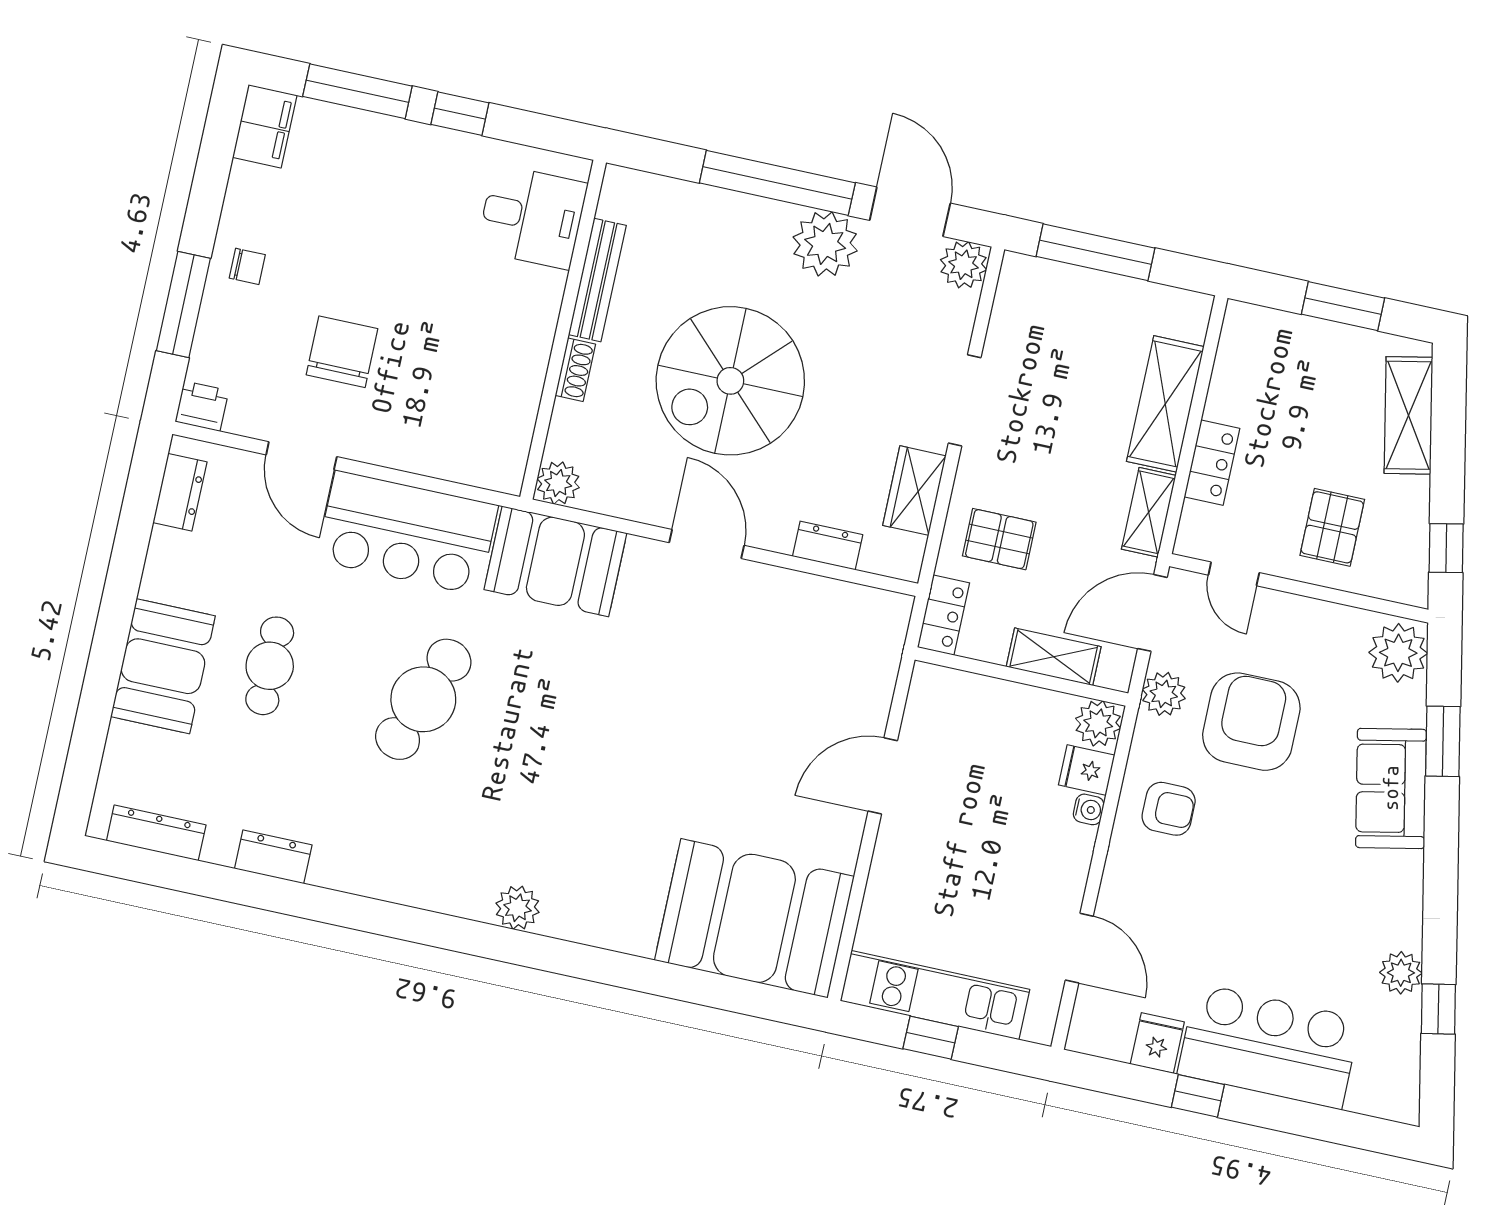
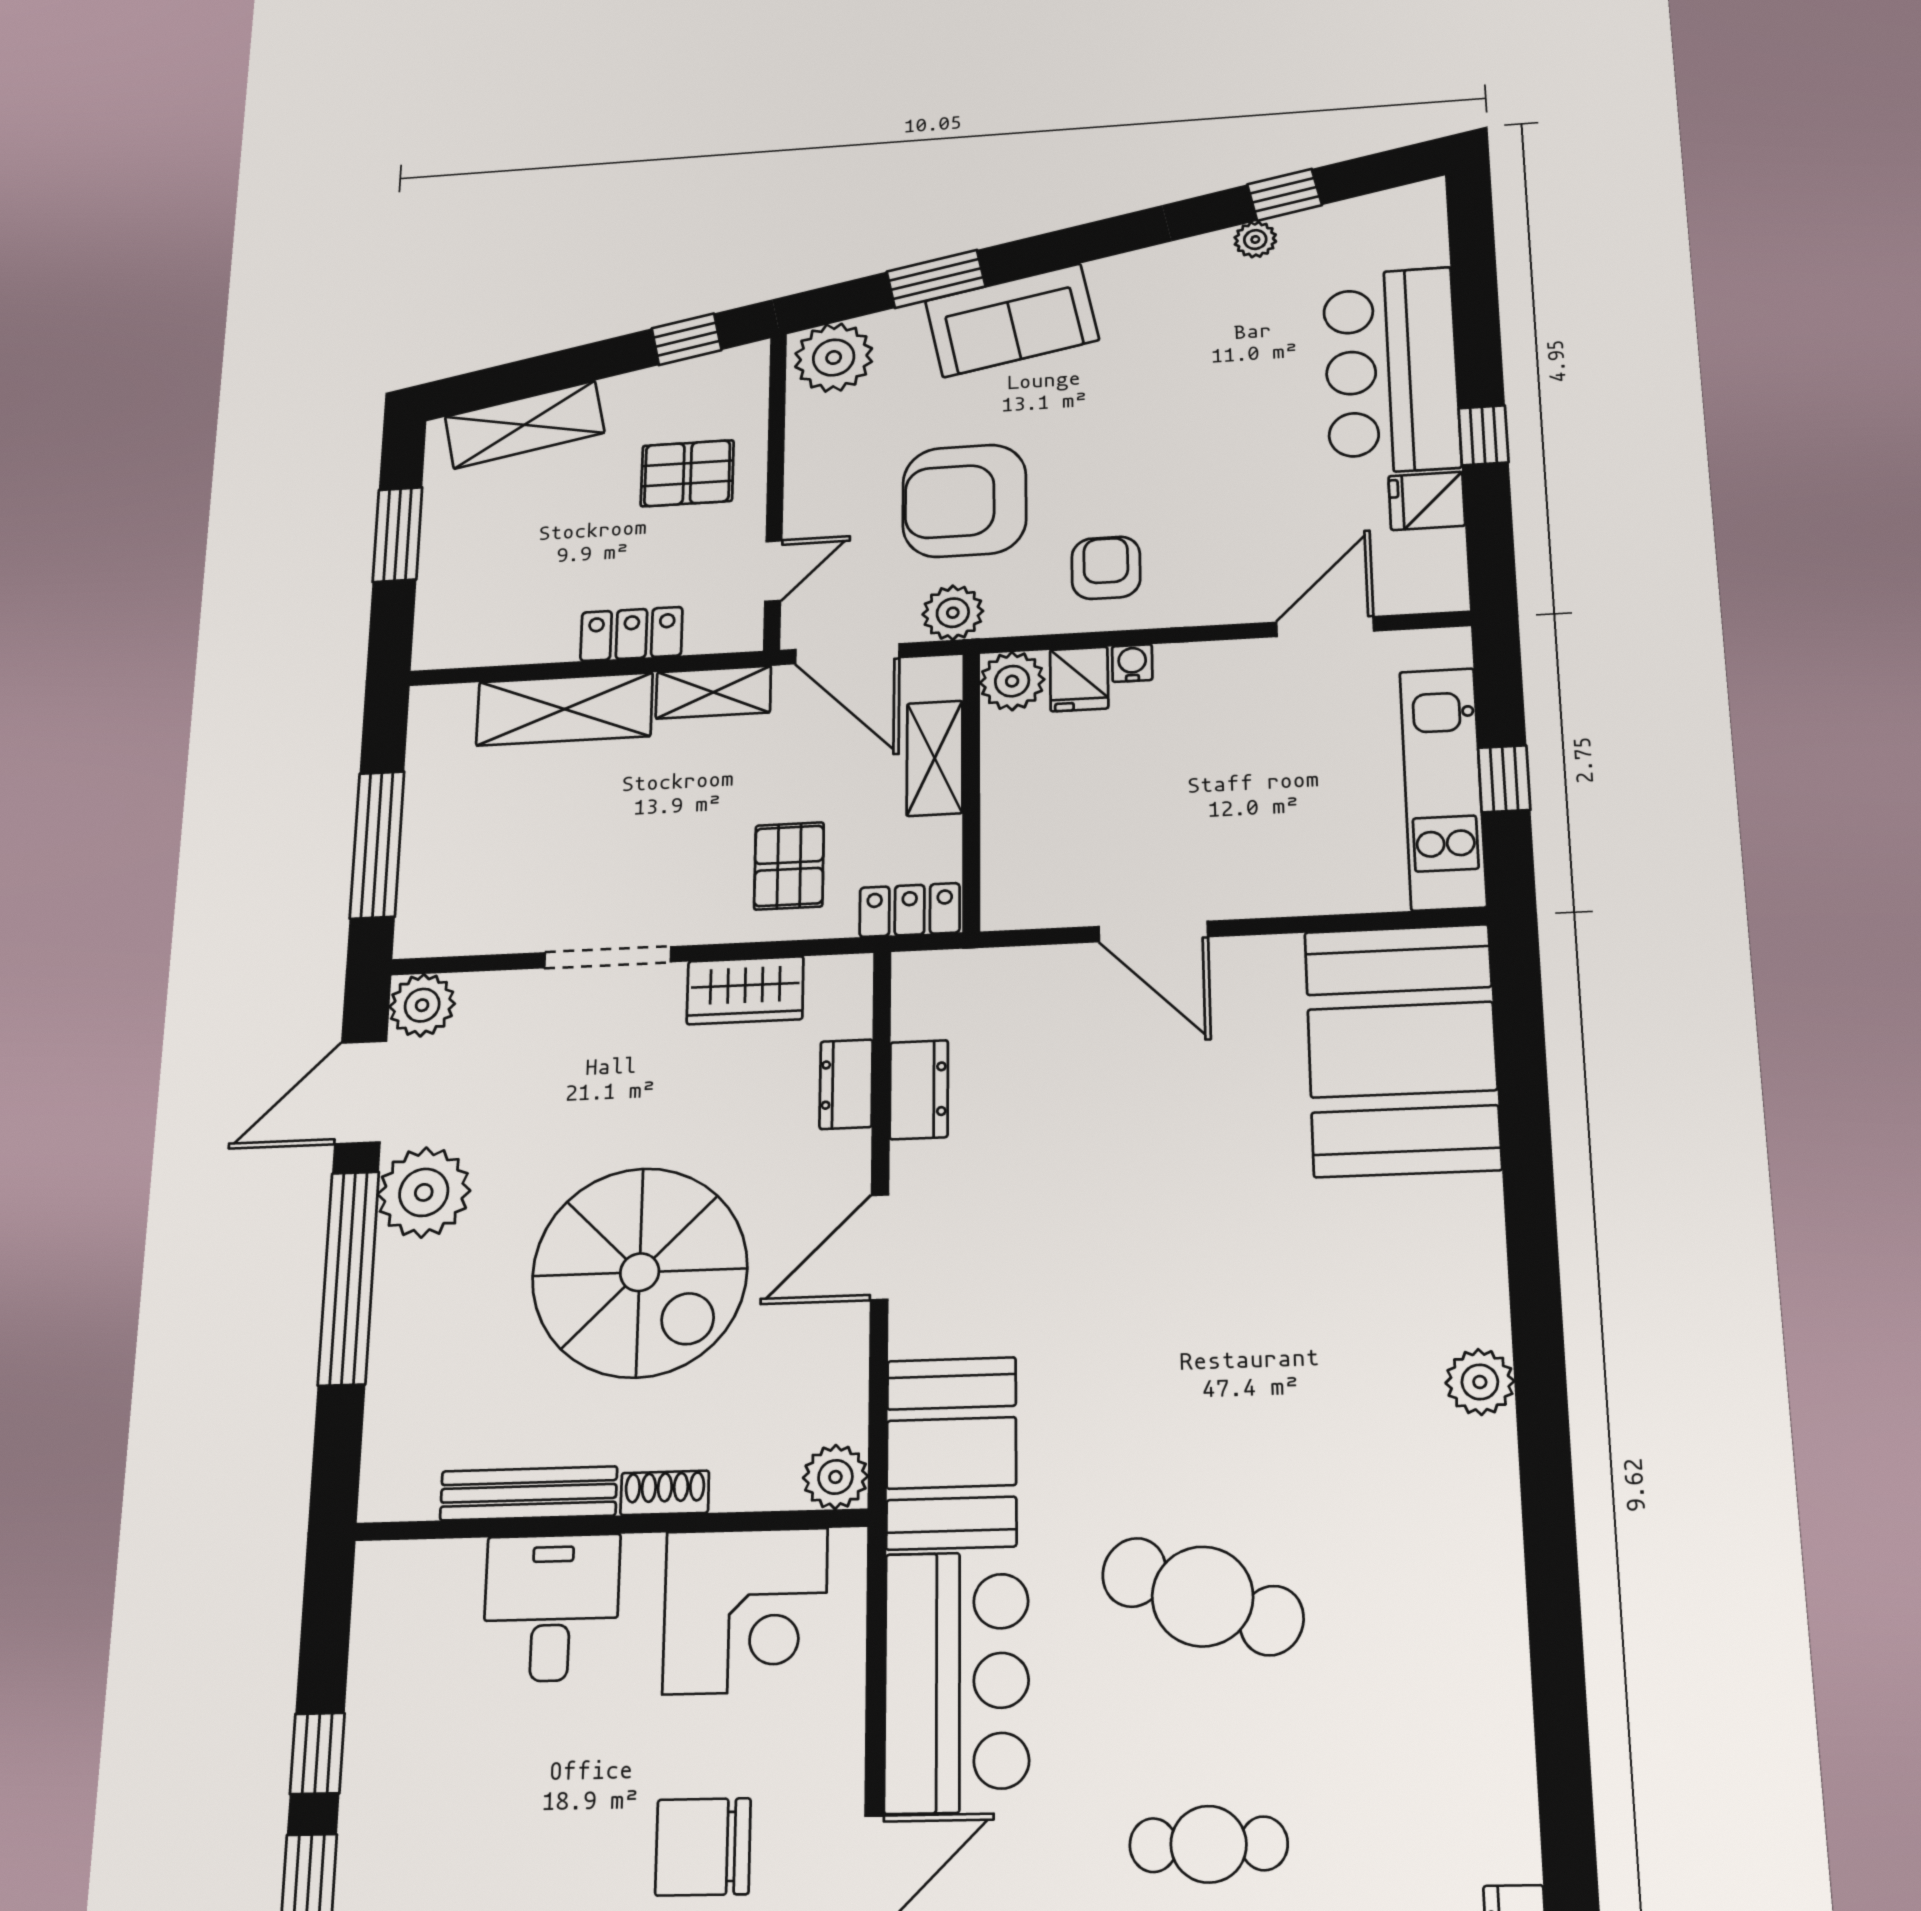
desk: (532, 217) -> (551, 1608), moved
corner desk: (485, 407) -> (745, 1611), added
dresser: (273, 857) -> (919, 1090), moved, turned 180
plant: (1401, 973) -> (1255, 240), width x0.73, depth x0.73

